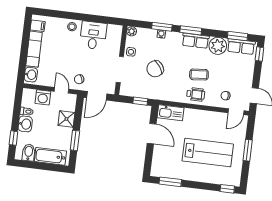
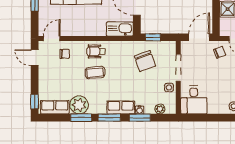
plant: (132, 31) -> (160, 109), moved
desk: (93, 35) -> (194, 100), moved
window: (238, 36) -> (81, 118), moved
row of seats: (196, 41) -> (121, 107), moved
chair: (155, 69) -> (145, 61), moved, turned 106

